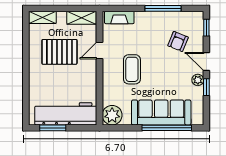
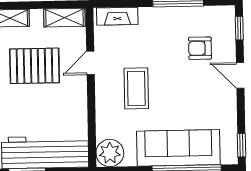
armchair: (178, 41) -> (200, 48), turned 68
plant: (198, 80) -> (229, 101), removed
window: (206, 87) -> (242, 145), moved

